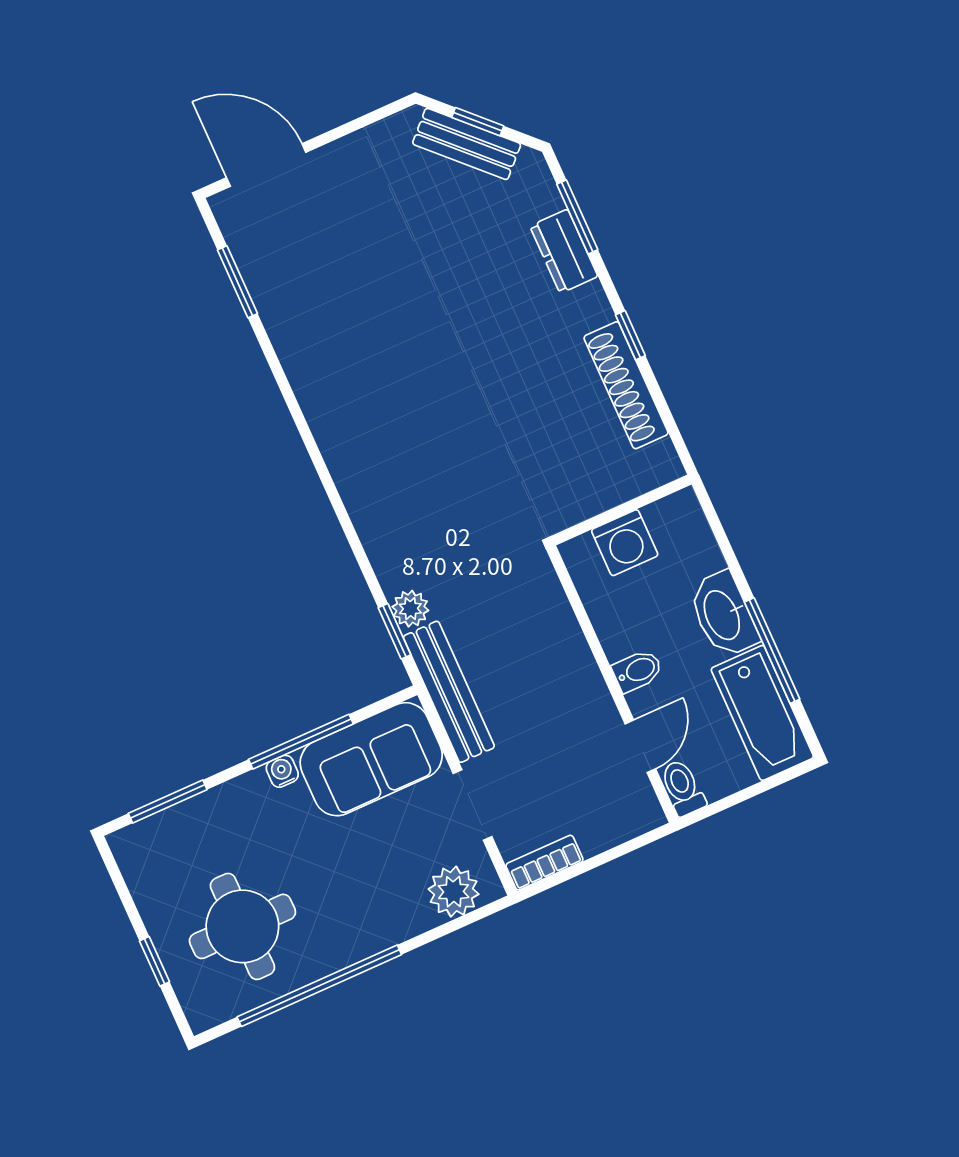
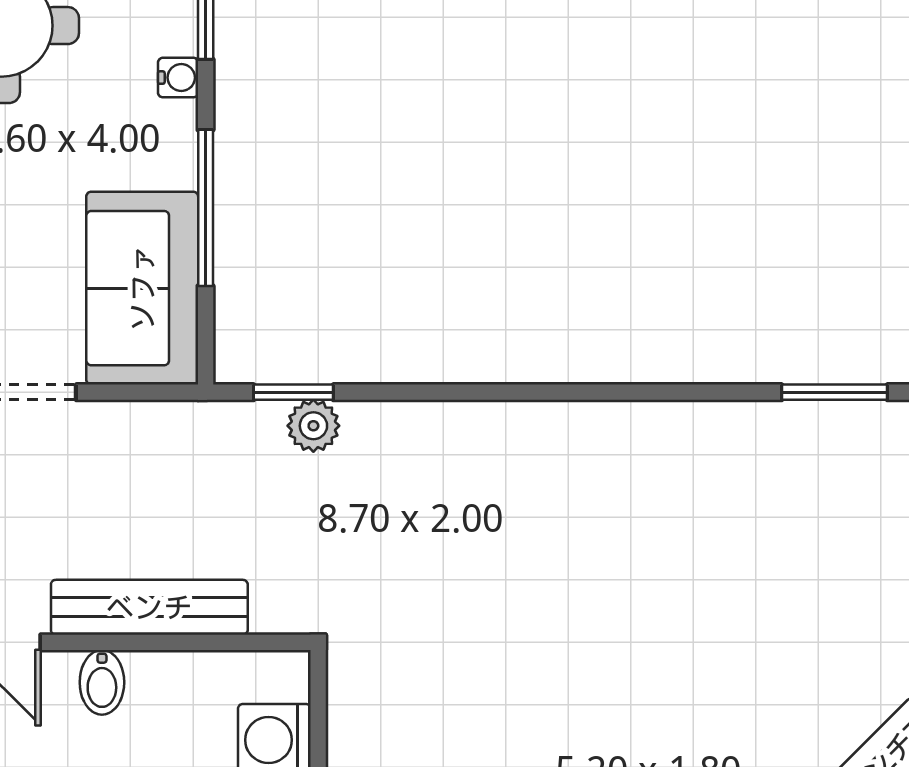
bench: (449, 692) -> (149, 607), moved
water cooler: (282, 771) -> (178, 78), moved

